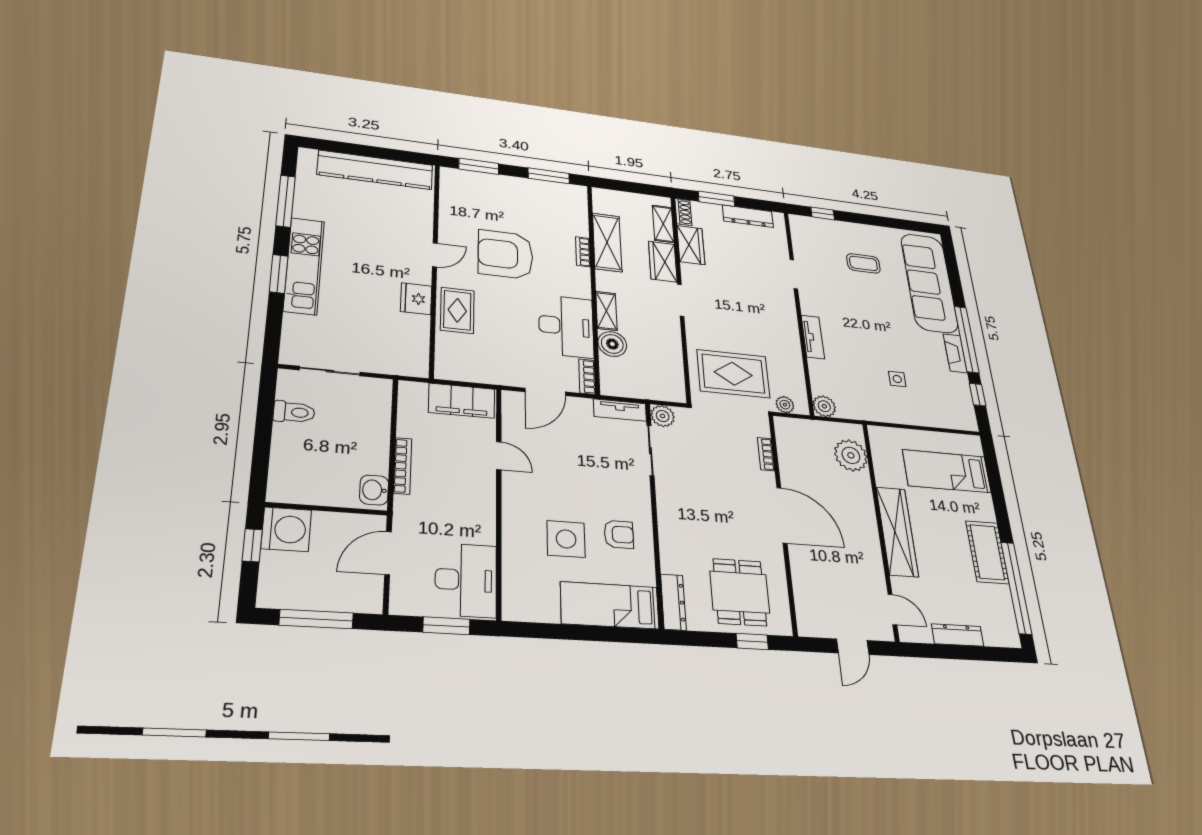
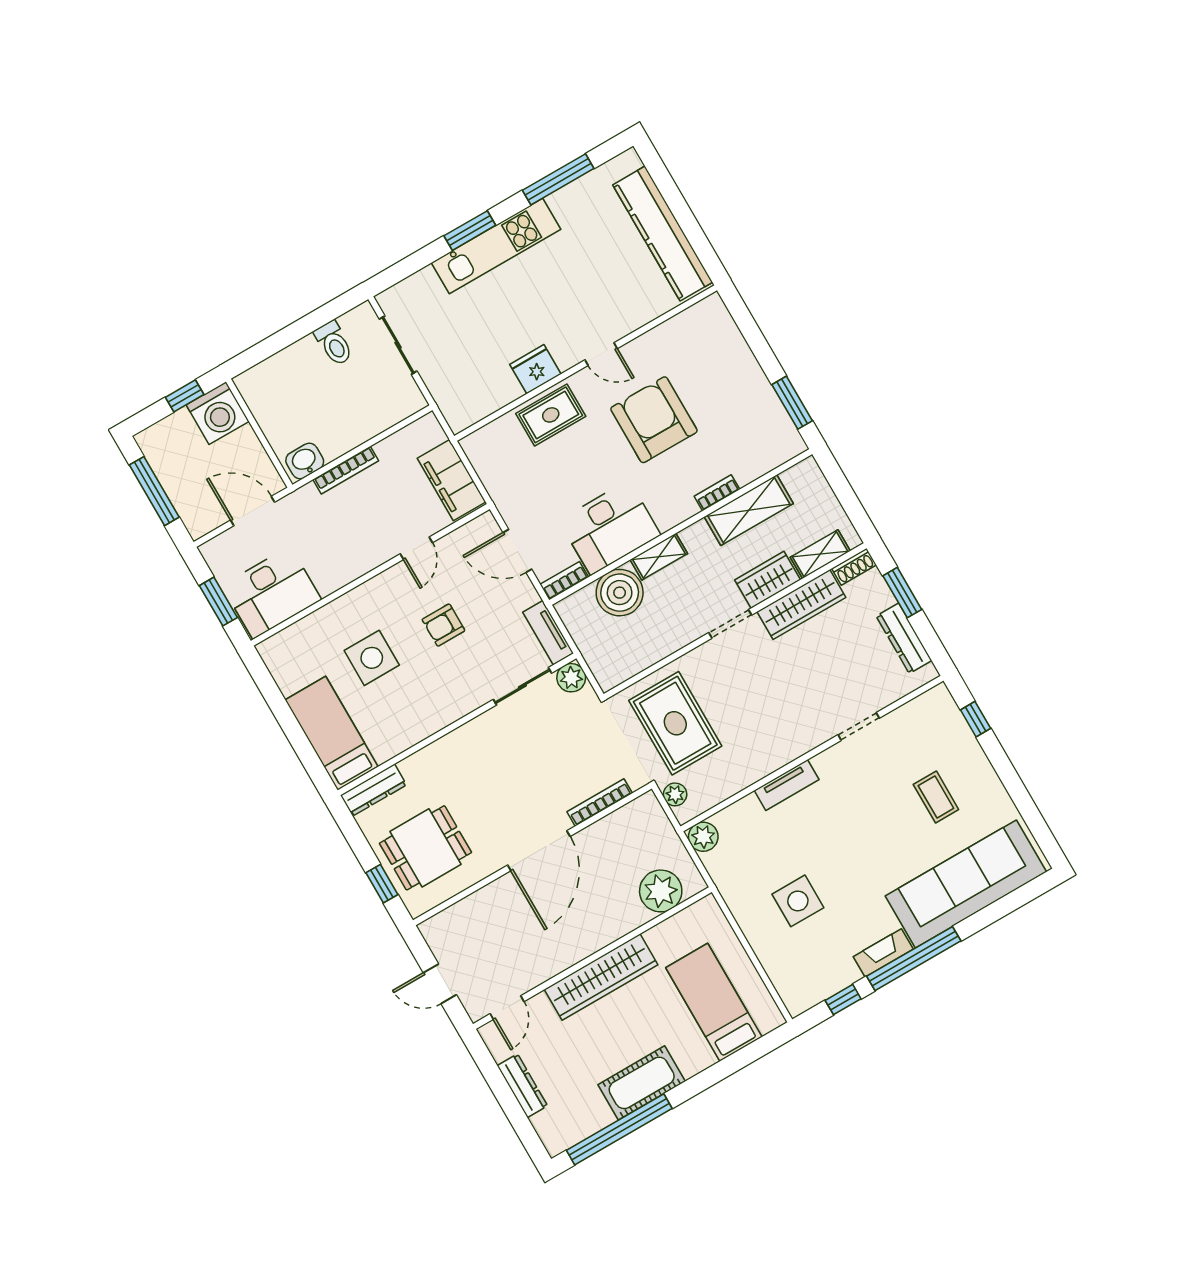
window: (479, 166) -> (748, 327), removed
wardrobe: (691, 245) -> (801, 605), width x1.50
boiler: (612, 344) -> (620, 593), width x1.37, depth x1.37
side table: (897, 379) -> (798, 901), width x1.87, depth x1.87
bookcase: (766, 454) -> (600, 802), width x1.56
armchair: (619, 534) -> (443, 625), moved, turned 90

